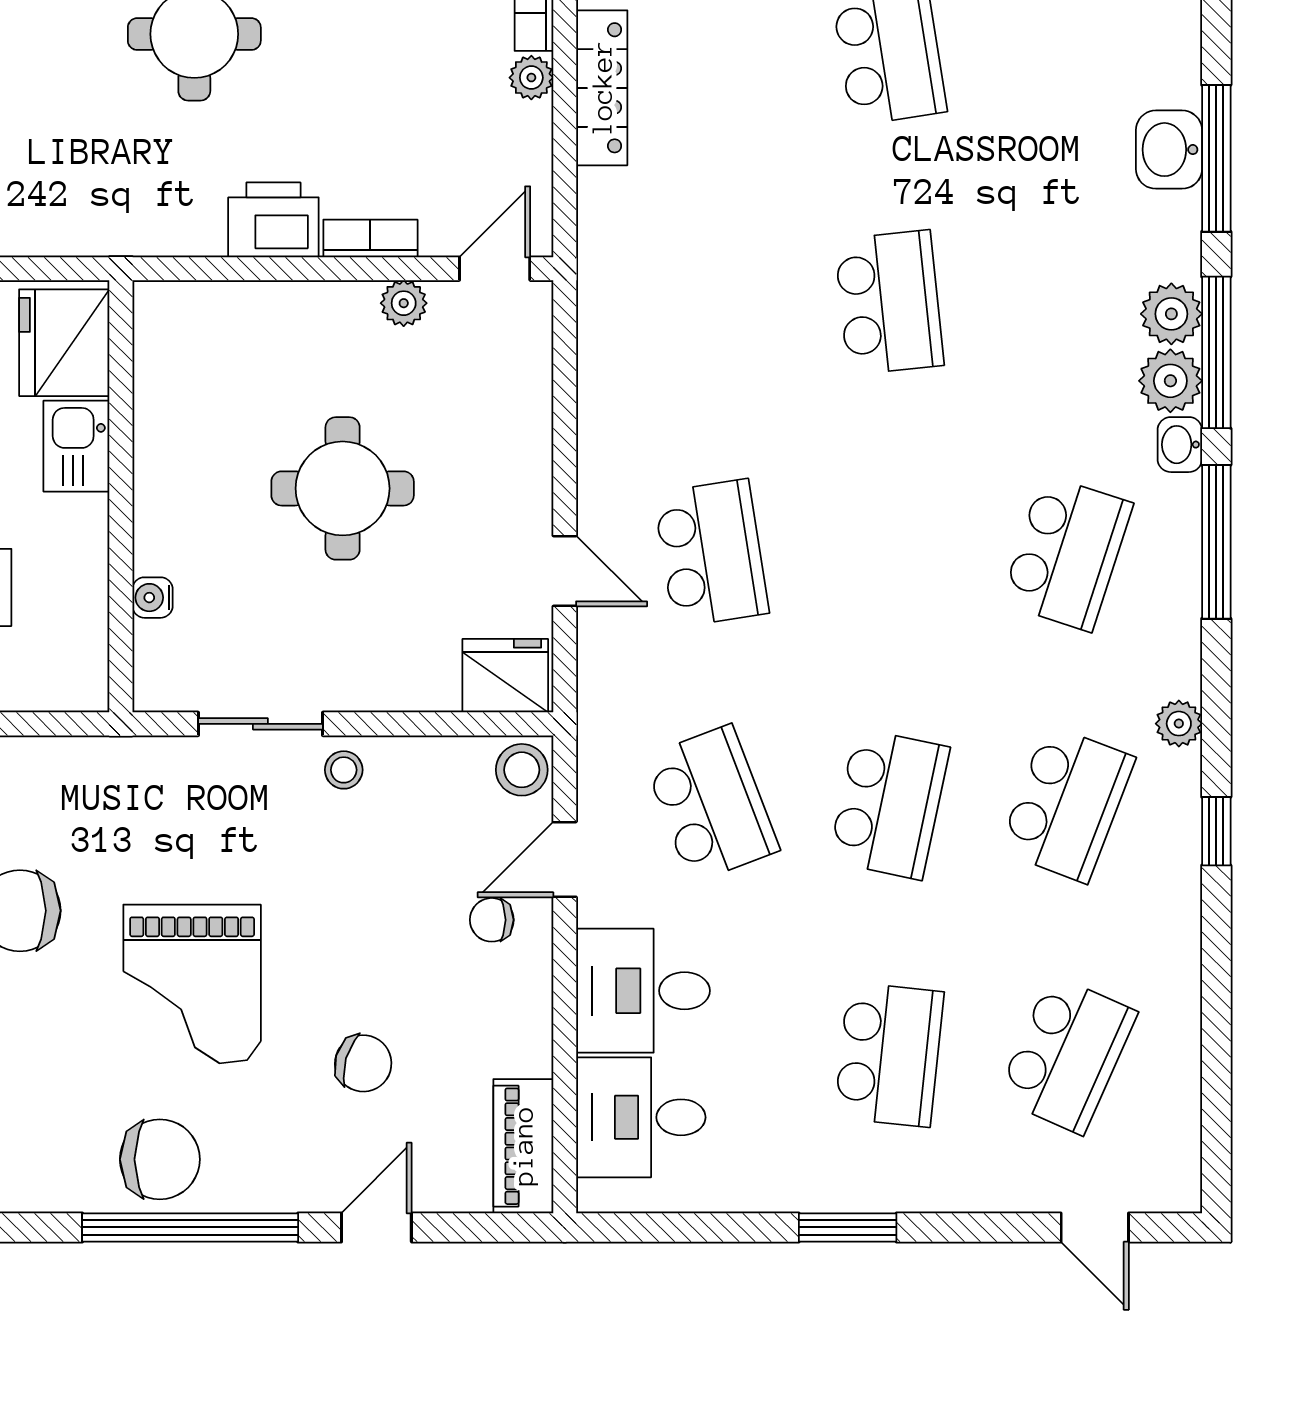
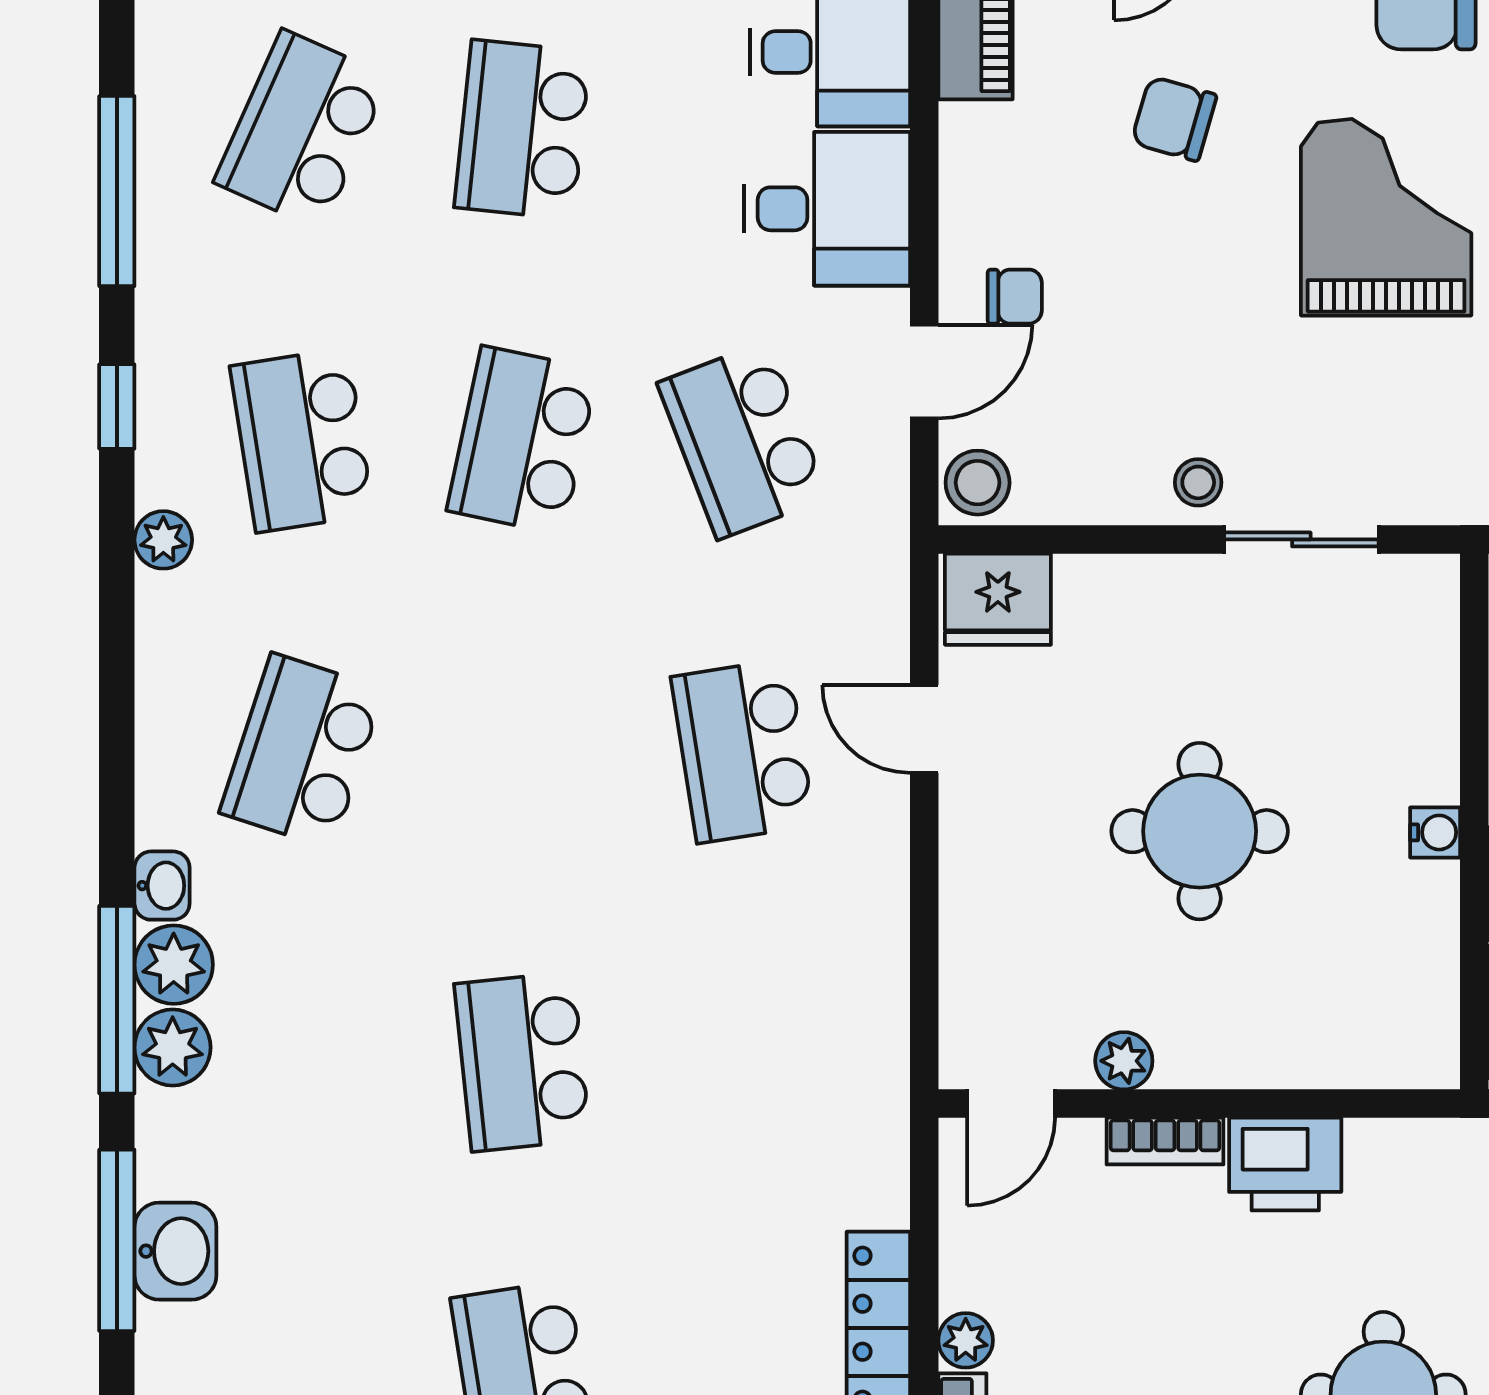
window: (1216, 542) -> (117, 191), moved
water cooler: (152, 598) -> (1435, 832), moved
school desk: (1067, 804) -> (302, 440), turned -30

